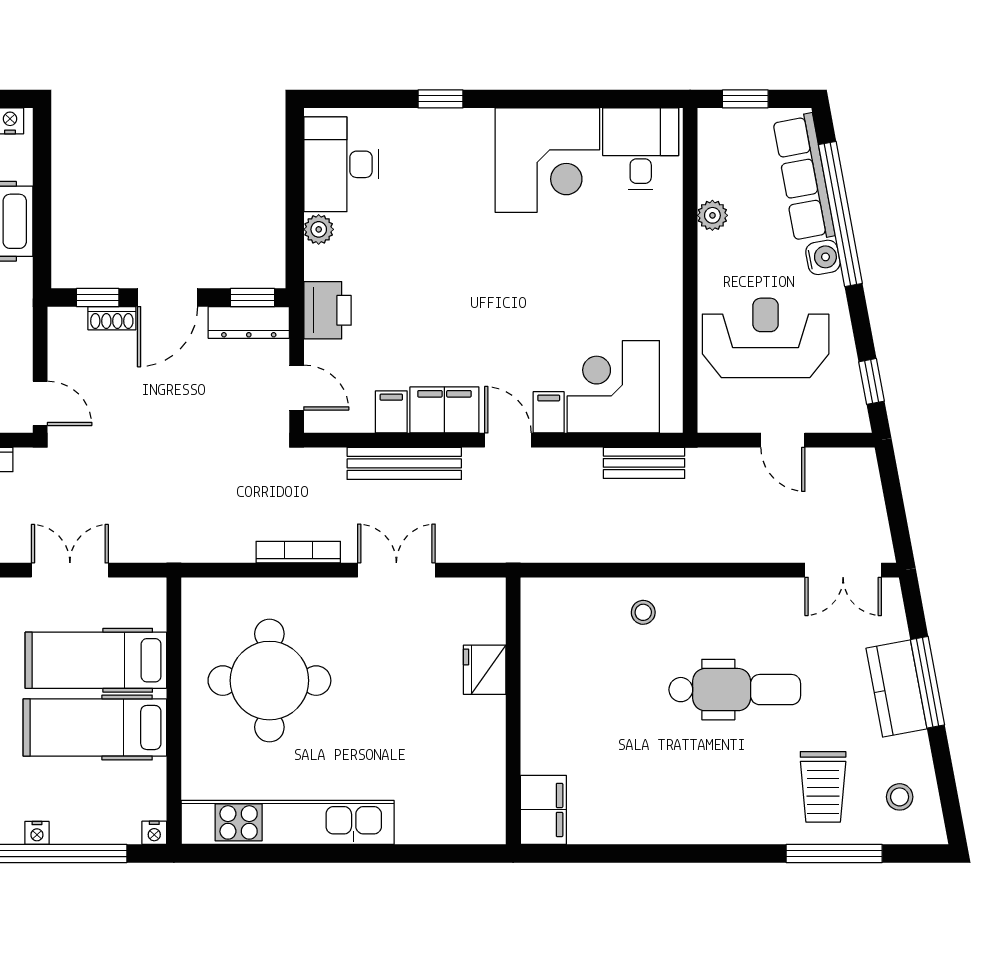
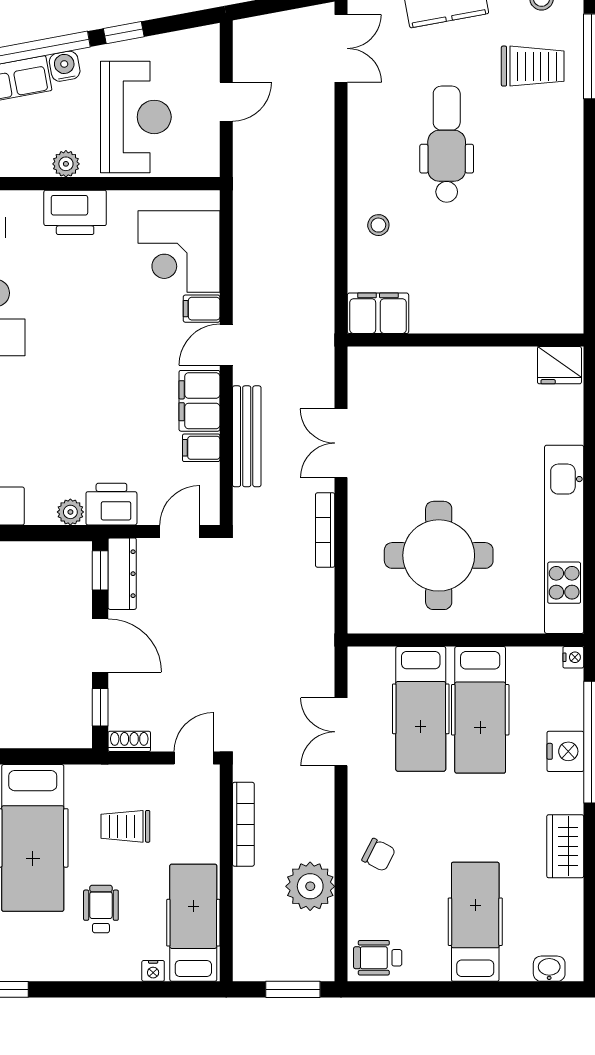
plant: (712, 215) -> (66, 164), moved
plant: (319, 229) -> (70, 512), moved
printer: (658, 269) -> (75, 212), added
shoe rack: (112, 318) -> (129, 741), moved, turned -90
reception desk: (766, 338) -> (136, 117), turned 180
window: (872, 381) -> (124, 33), moved
bench: (644, 463) -> (246, 224), removed
fridge: (485, 670) -> (559, 365), moved
filing cabinet: (543, 810) -> (378, 313), moved
nightstand: (37, 833) -> (565, 751), width x1.89, depth x1.79

